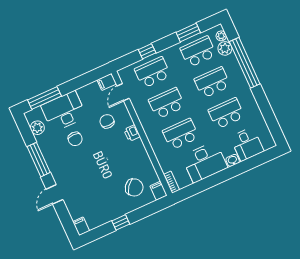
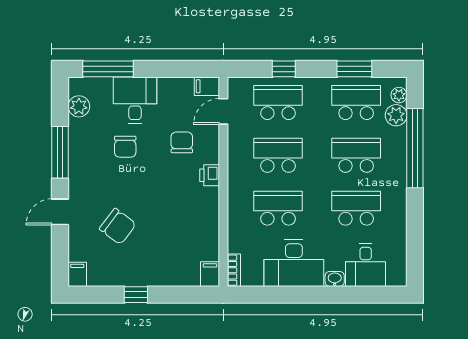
desk: (64, 111) -> (135, 100), width x0.73
chair: (134, 187) -> (118, 226), moved

